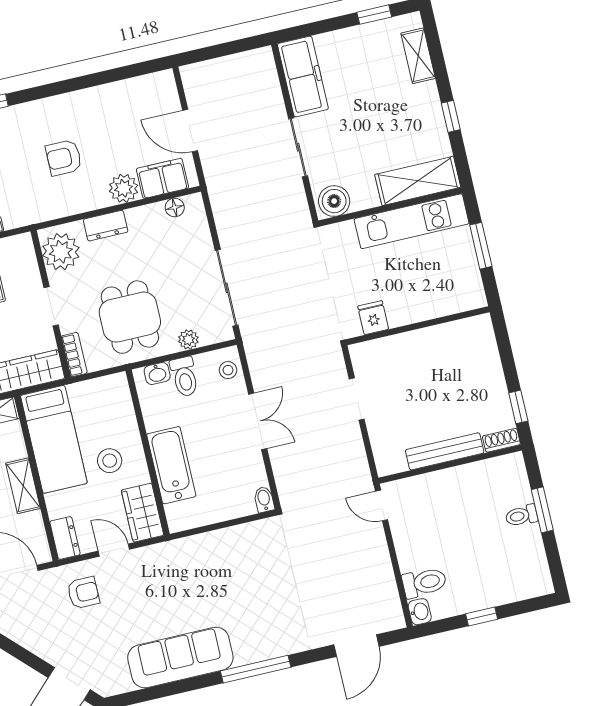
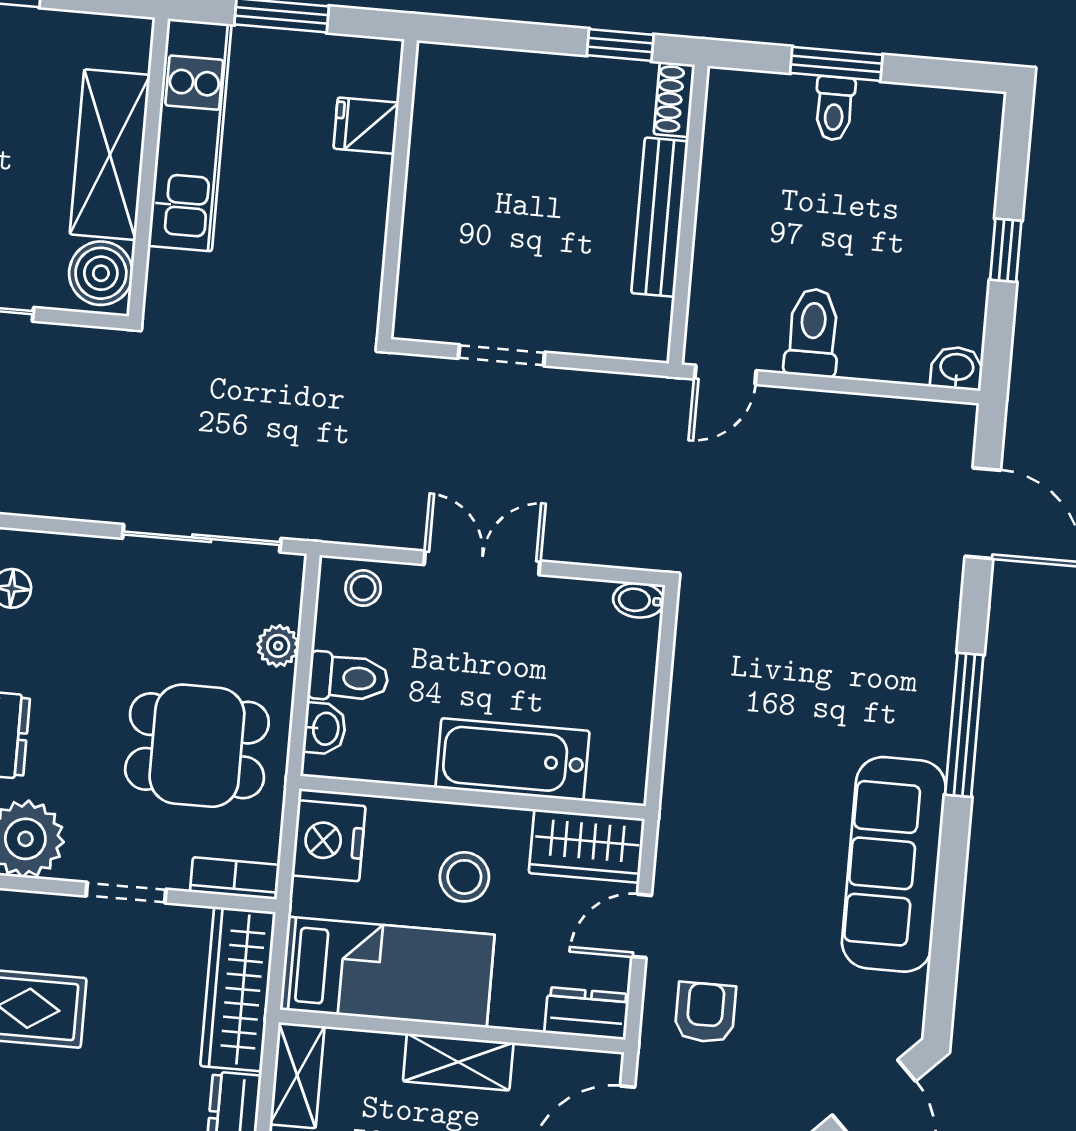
shelving: (418, 181) -> (110, 155), moved
fridge: (373, 318) -> (366, 126), moved
nightstand: (106, 392) -> (329, 841), added
toilet: (424, 583) -> (813, 333), moved

